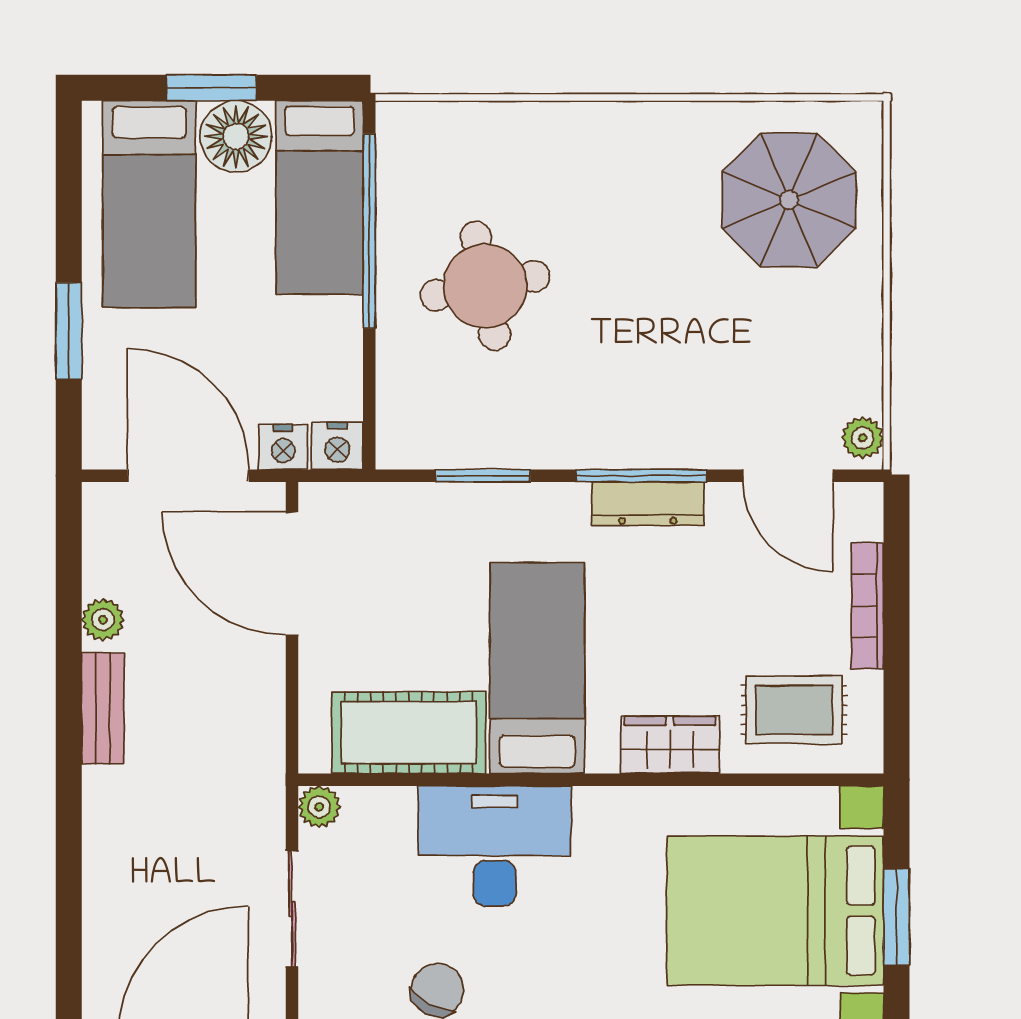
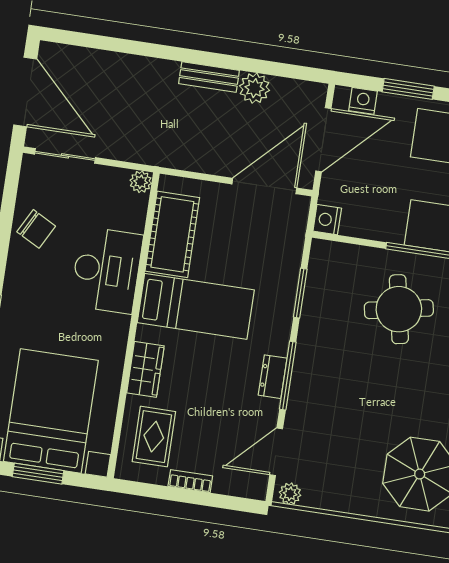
nightstand: (283, 447) -> (363, 101), moved, turned 90
dresser: (648, 504) -> (273, 377), width x0.70
bookcase: (867, 606) -> (190, 481), width x0.64
plant: (103, 620) -> (255, 88), width x1.38, depth x1.38
sliding door: (292, 909) -> (65, 156), moved

